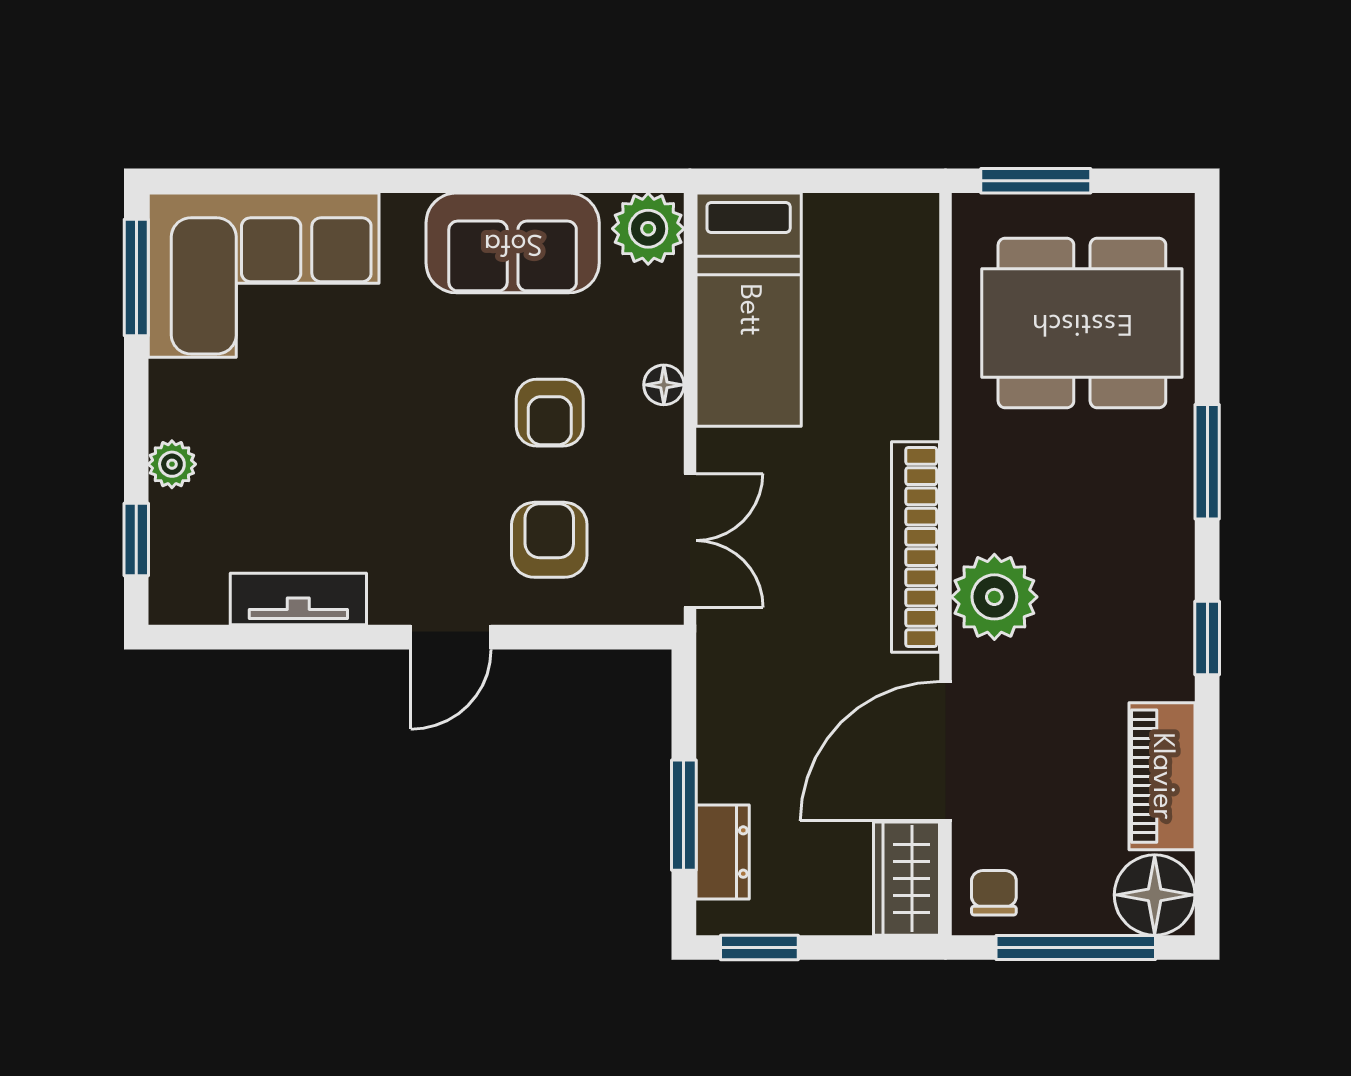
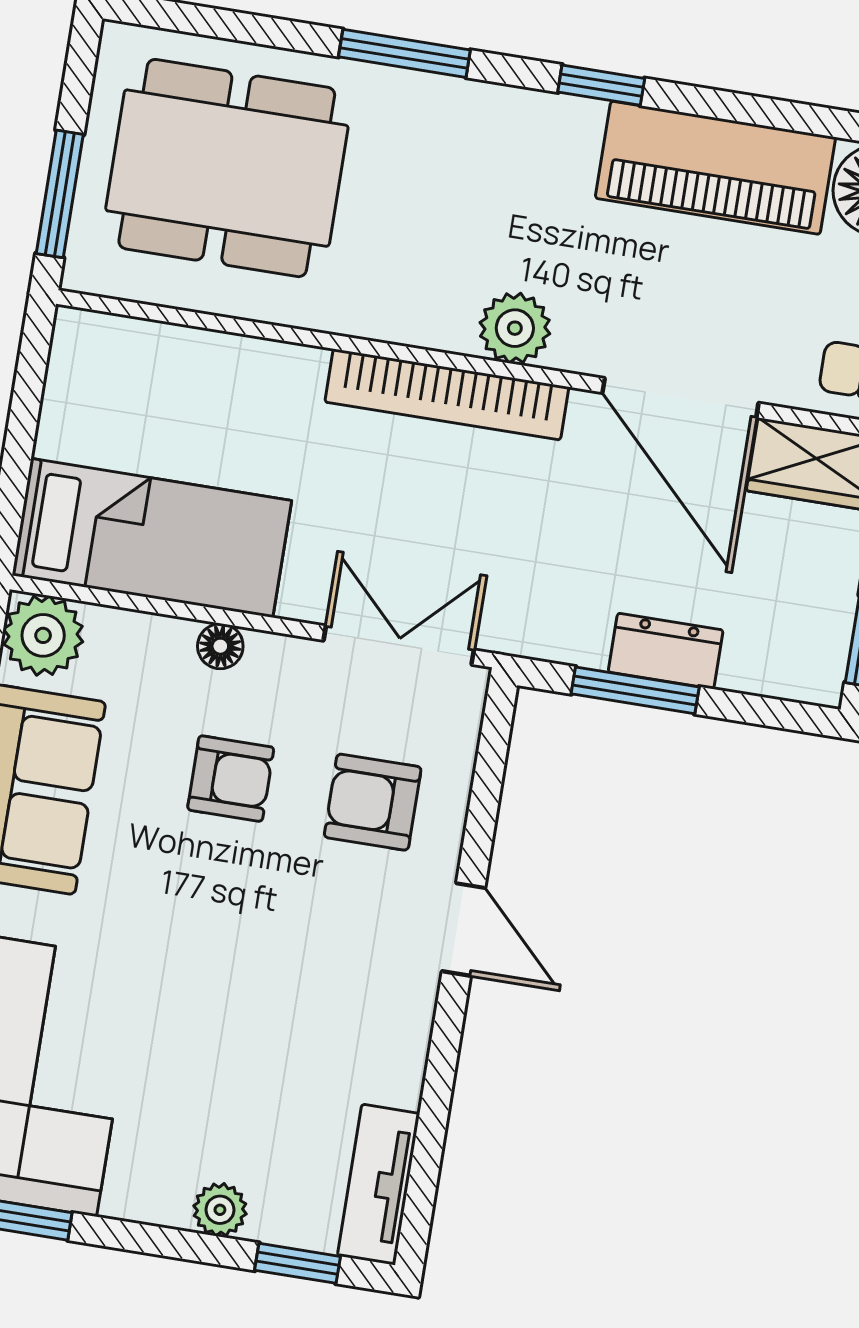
dining table: (1082, 323) -> (227, 168), turned 90
plant: (994, 597) -> (515, 328), width x0.73, depth x0.73
tv unit: (298, 599) -> (379, 1185), moved
piano: (1162, 776) -> (715, 168), width x1.37, depth x1.33
window: (684, 815) -> (635, 690), moved
dresser: (723, 852) -> (666, 651), moved

